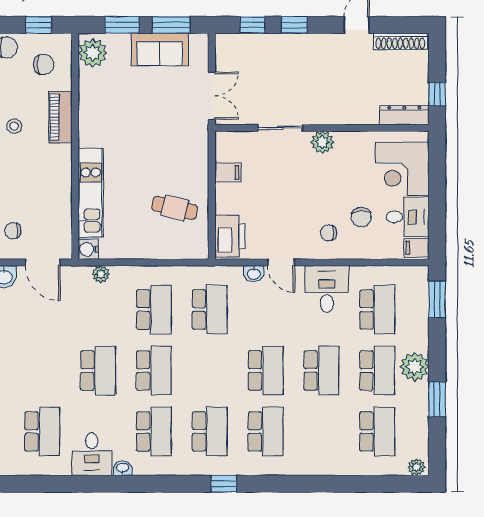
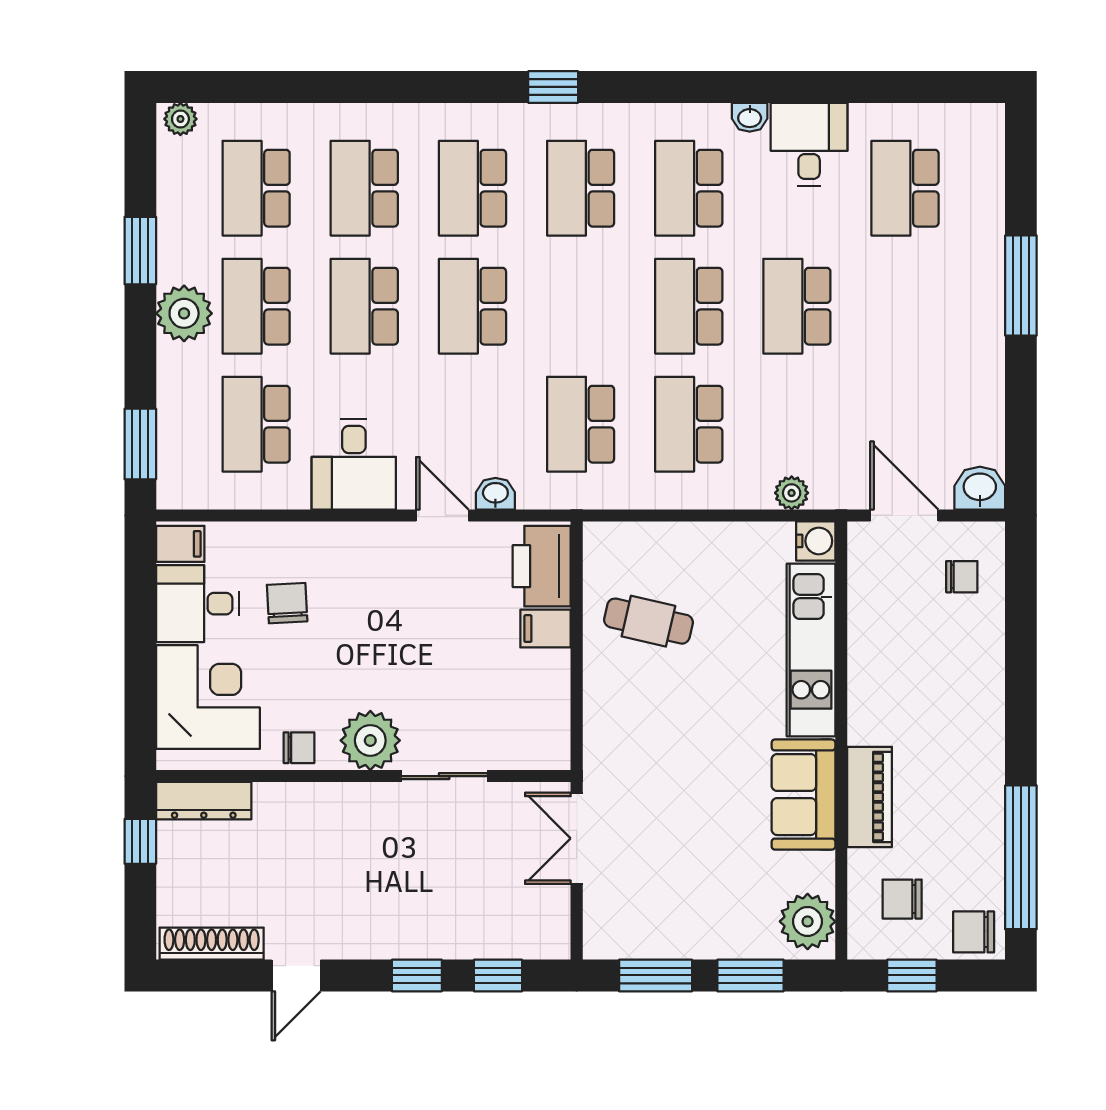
sofa: (160, 49) -> (803, 795), moved, turned -90
stool: (14, 126) -> (959, 780), removed
plant: (322, 142) -> (370, 740), width x1.36, depth x1.36
filing cabinet: (228, 172) -> (546, 629), moved
chair: (329, 233) -> (299, 748), moved
school desk: (321, 431) -> (364, 188), added

